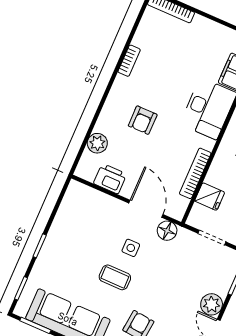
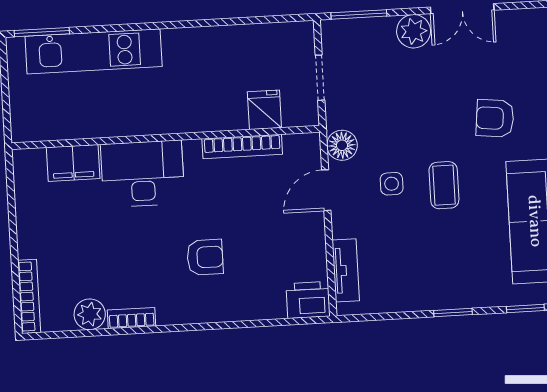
plant: (97, 143) -> (90, 314), moved
printer: (110, 179) -> (308, 300), moved, turned 90
tv unit: (95, 197) -> (346, 270), added
door: (146, 209) -> (326, 190), width x0.73

